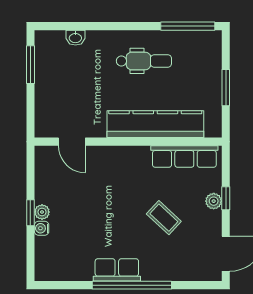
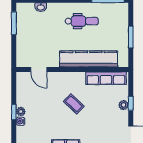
coffee table: (164, 218) -> (74, 104), moved

